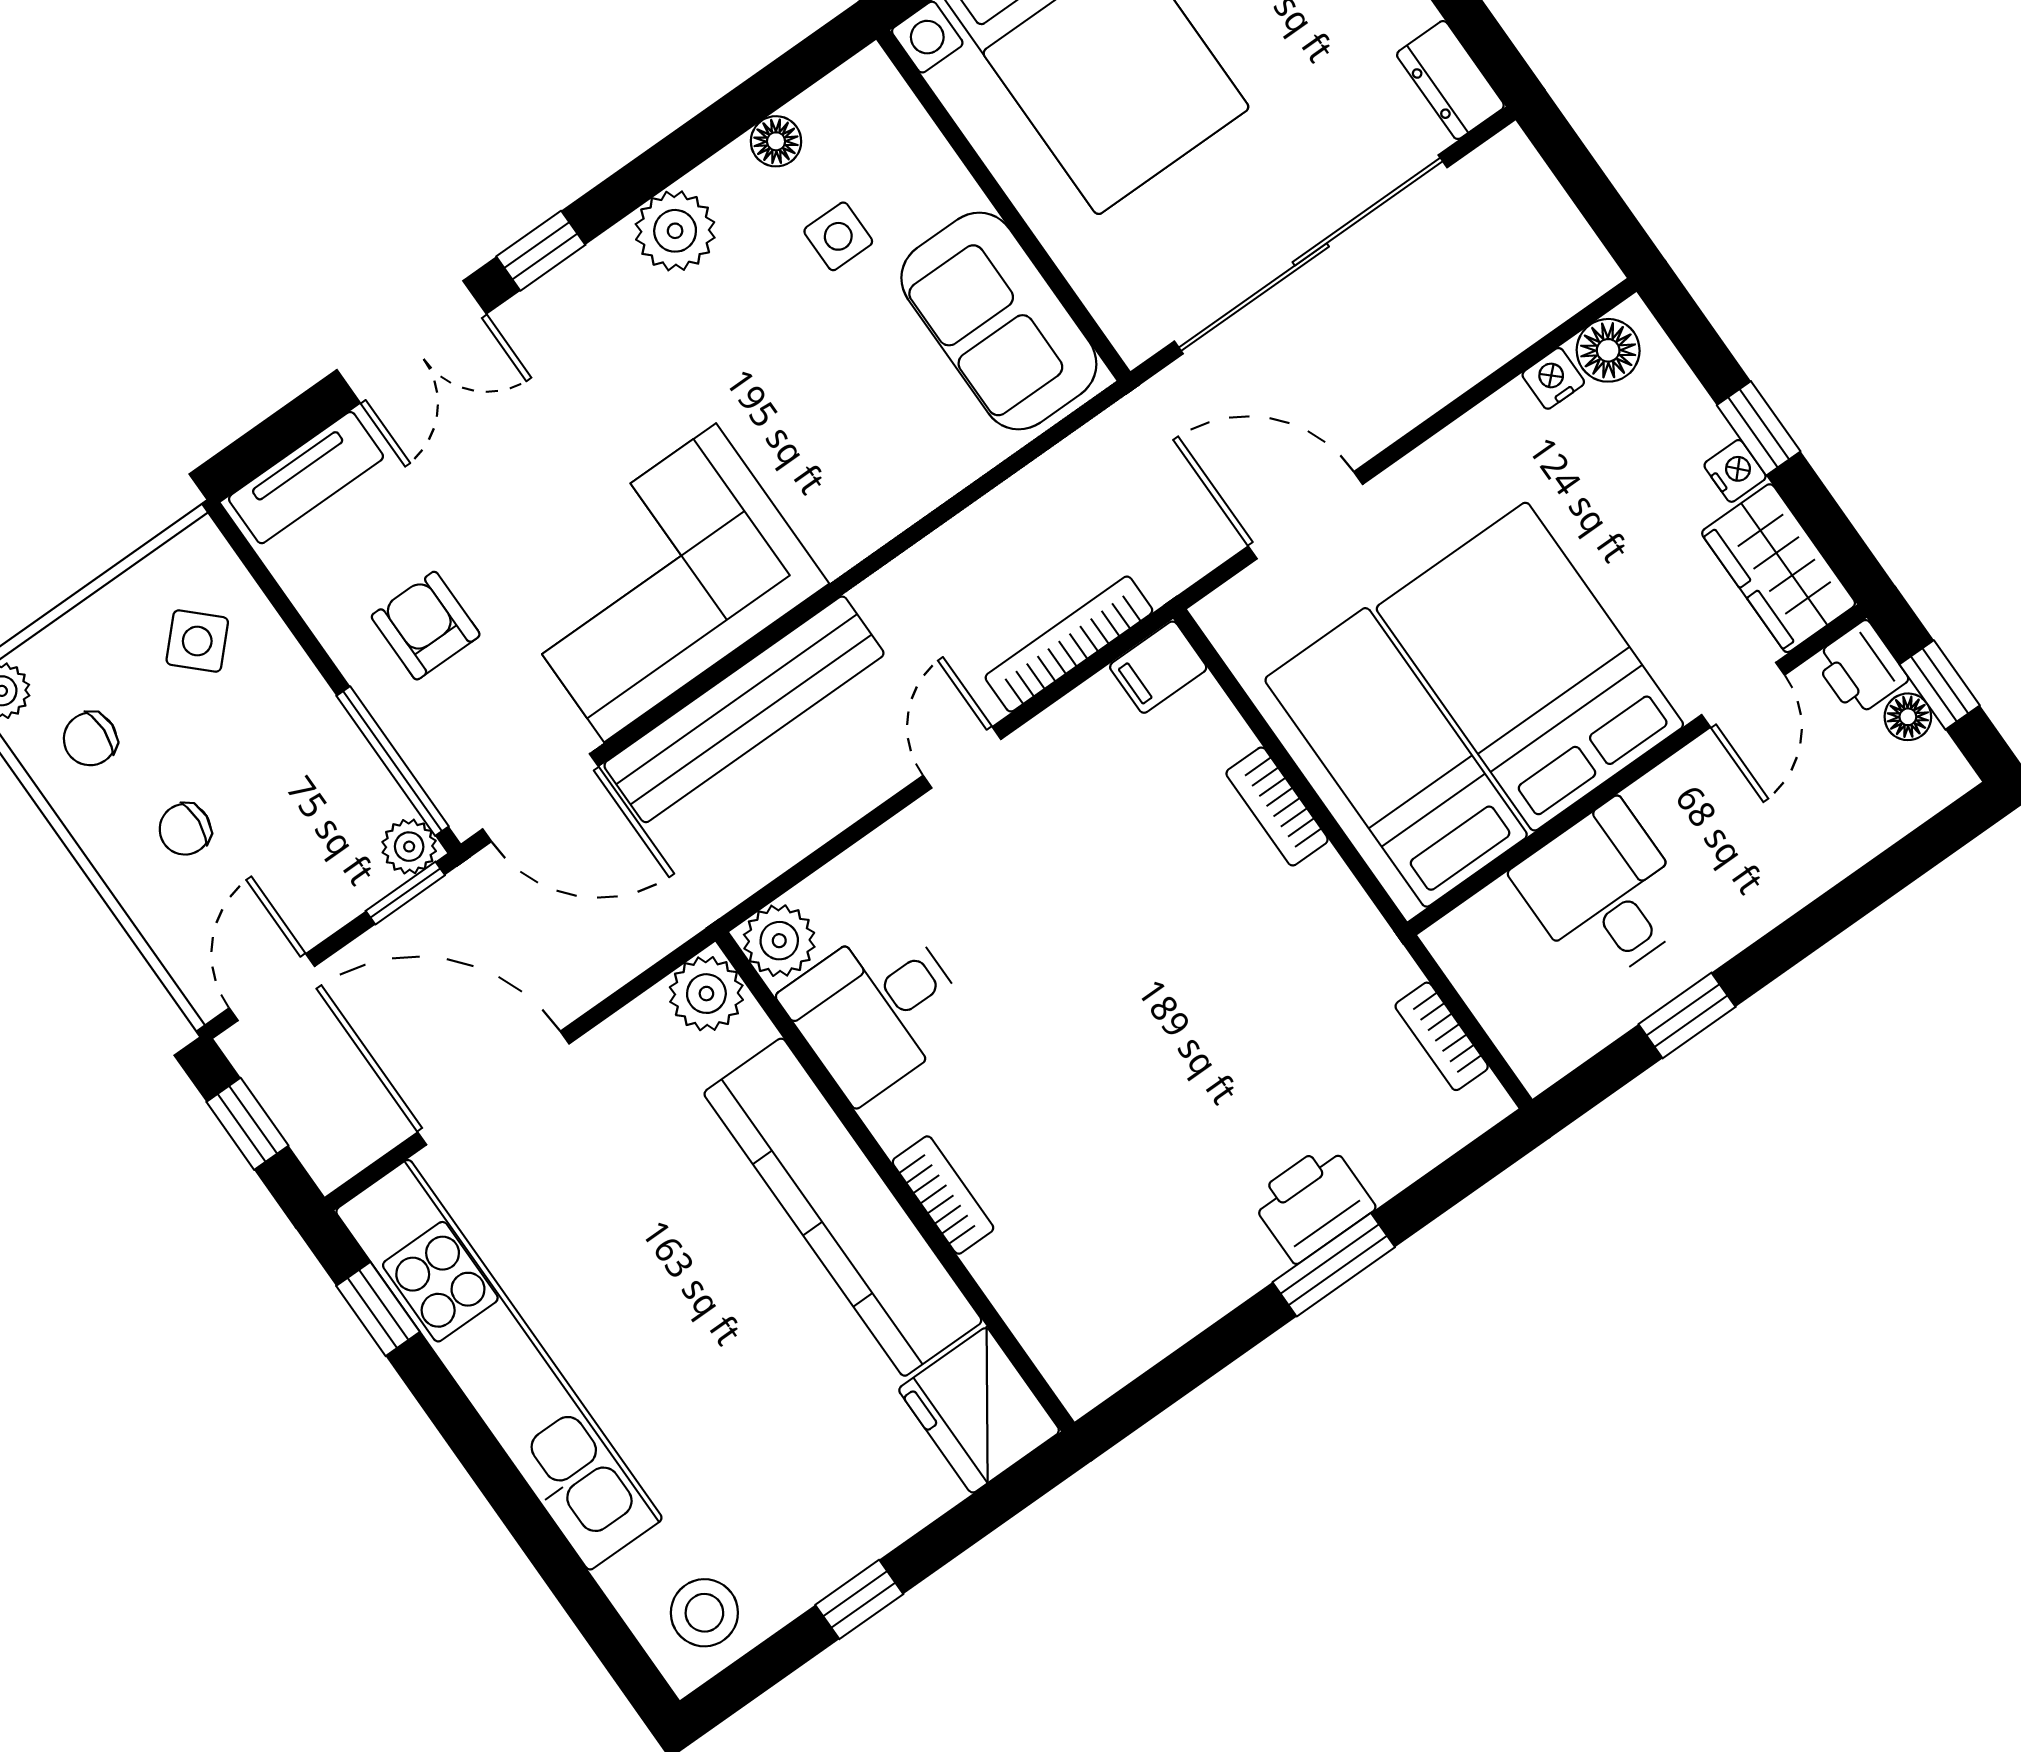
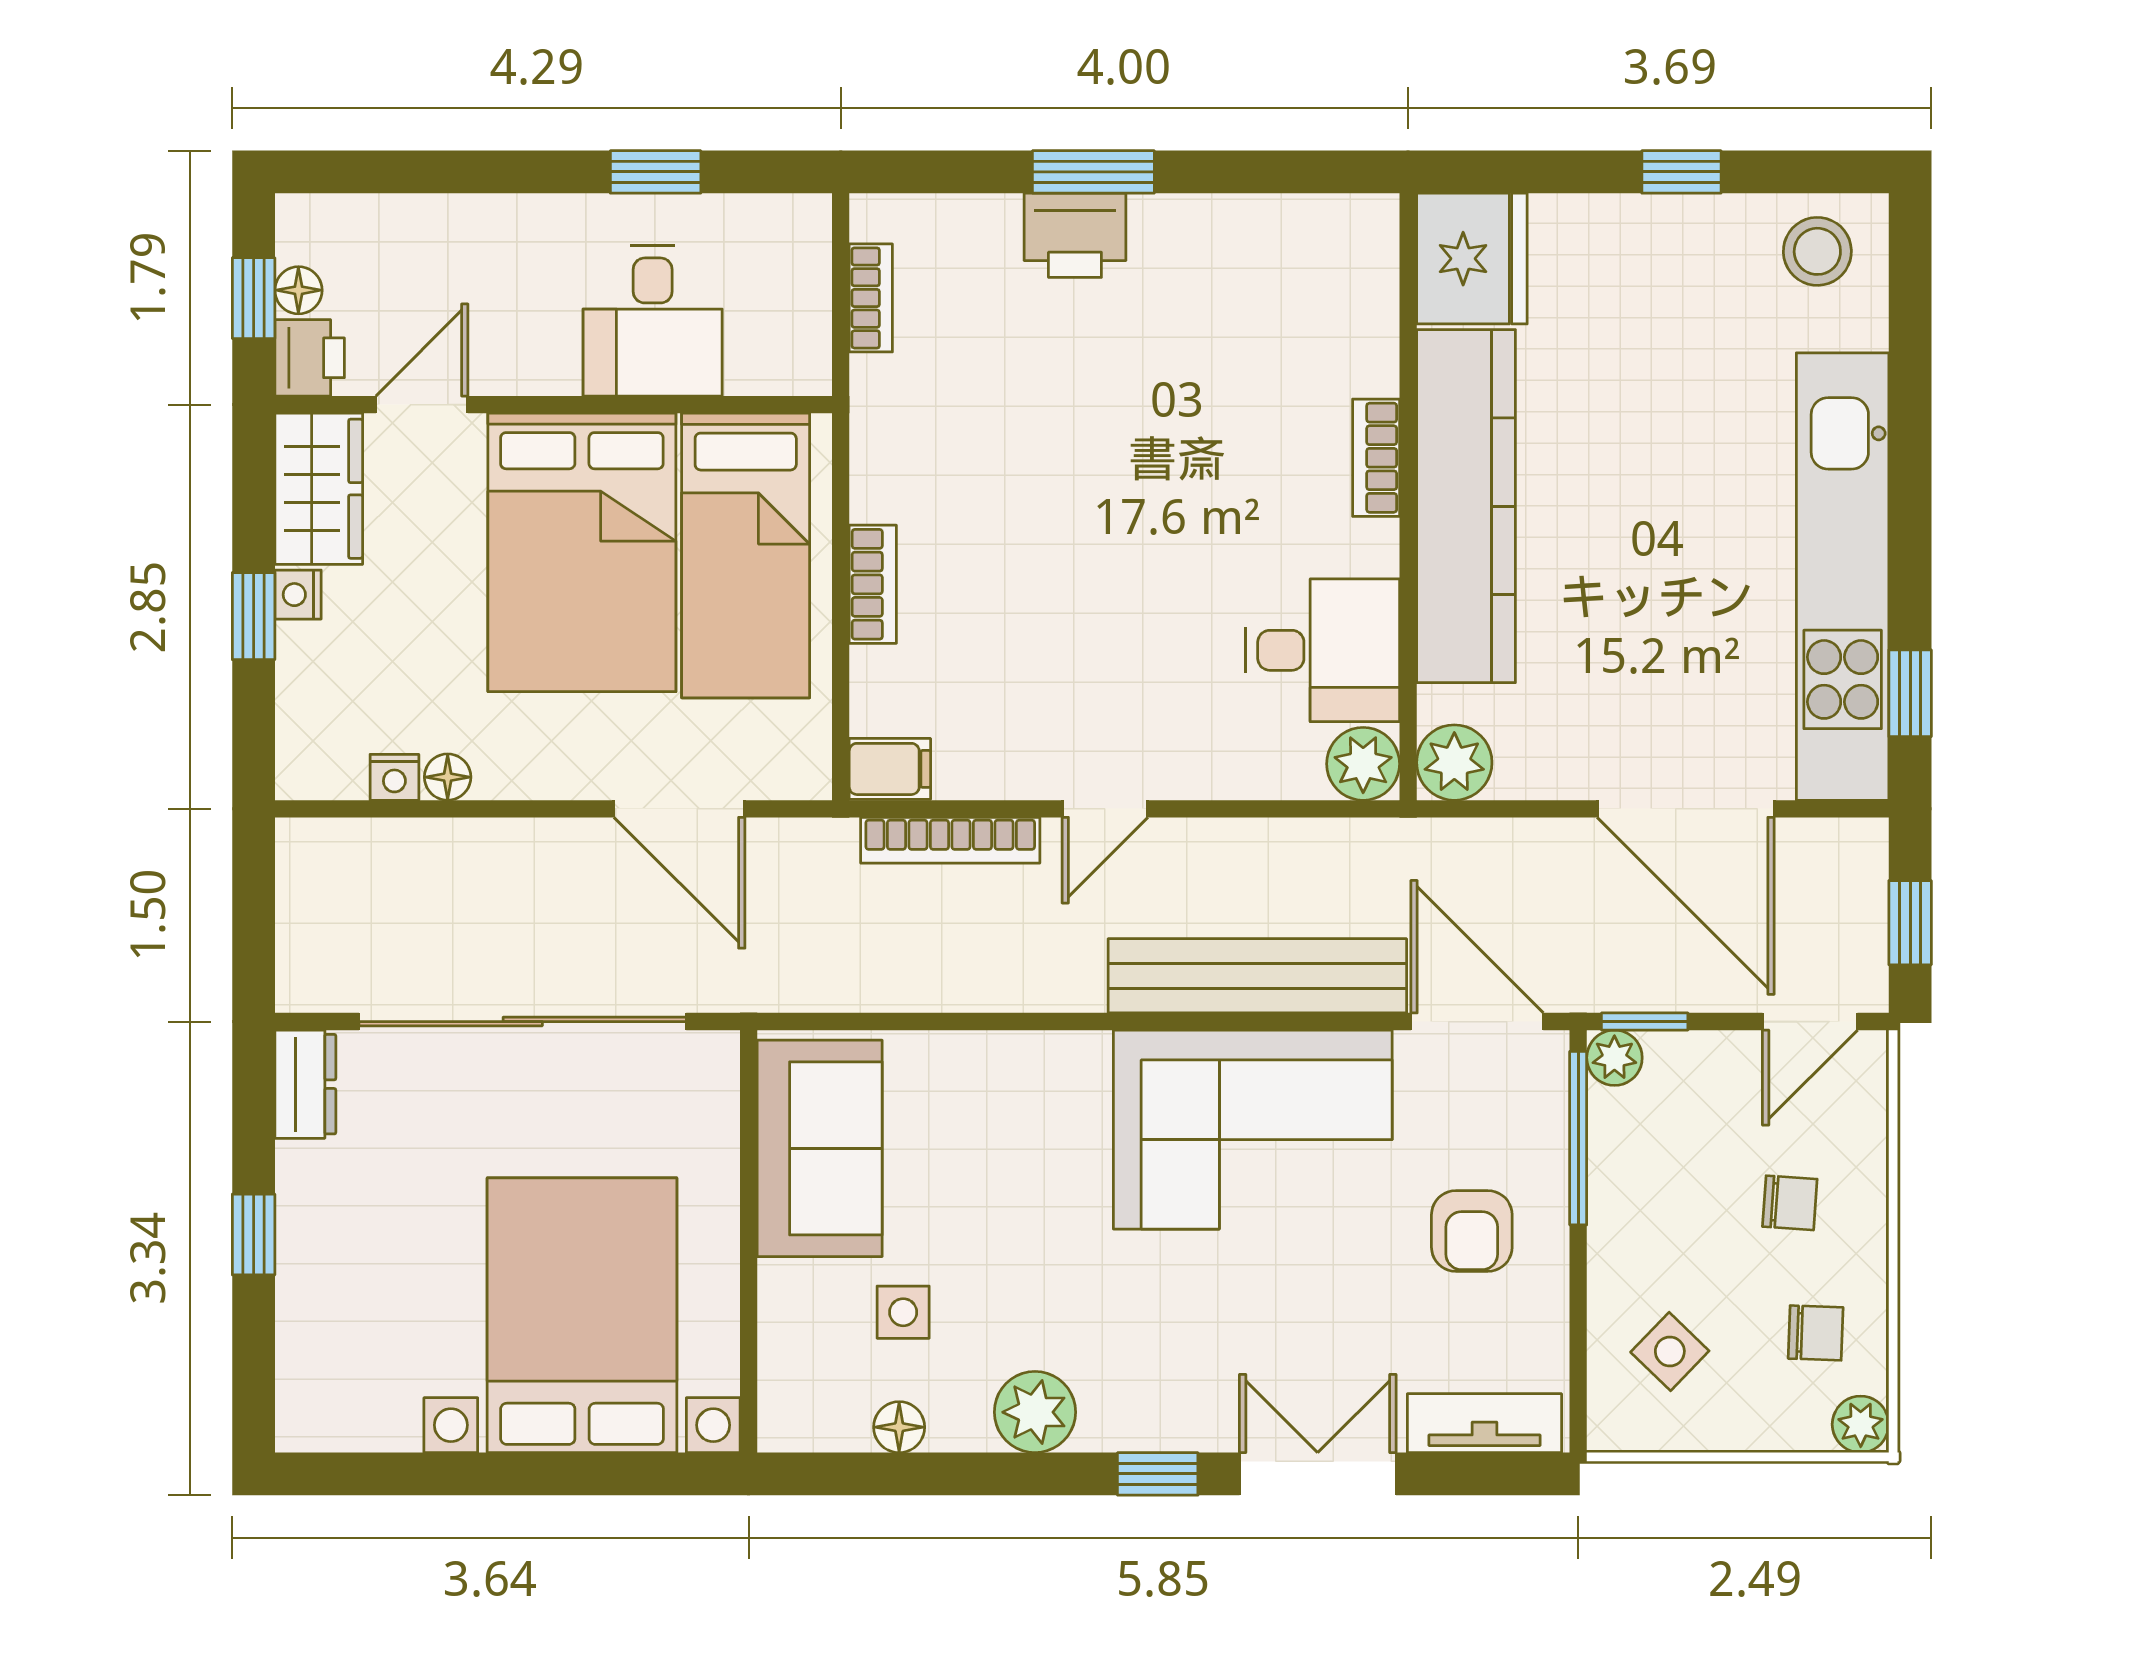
floor lamp: (1608, 350) -> (448, 777), moved, width x0.73, depth x0.73

